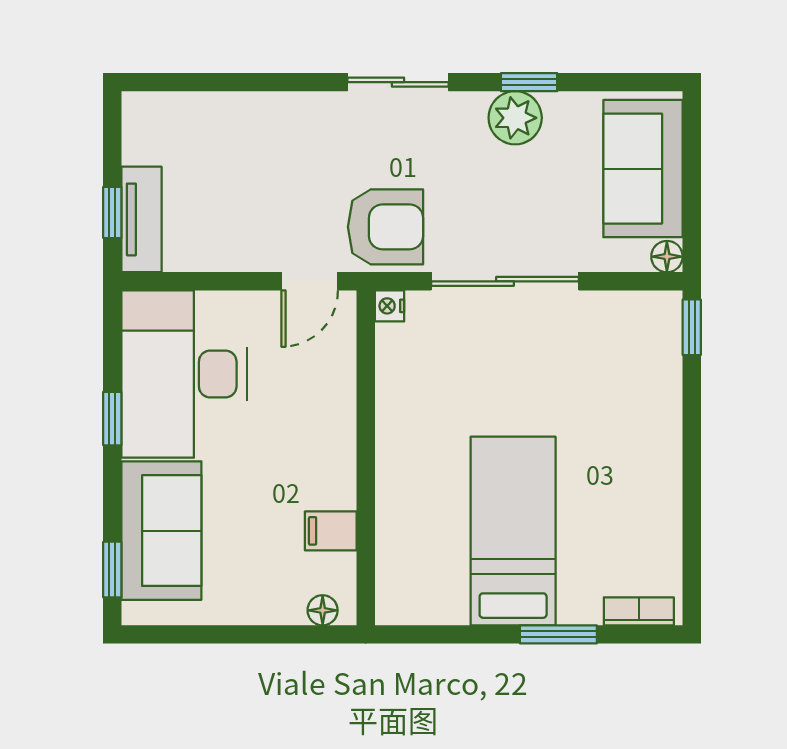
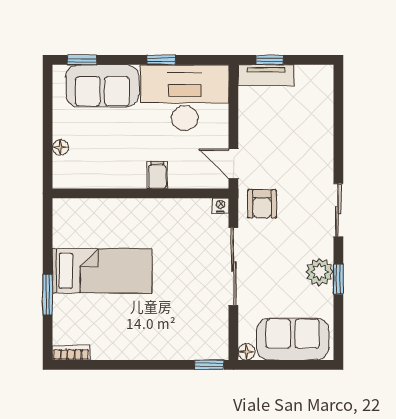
armchair: (386, 227) -> (262, 204), width x0.72, depth x0.72
filing cabinet: (331, 531) -> (157, 175), moved
floor lamp: (323, 610) -> (60, 147), moved
bookcase: (639, 611) -> (71, 353), moved, turned -90

